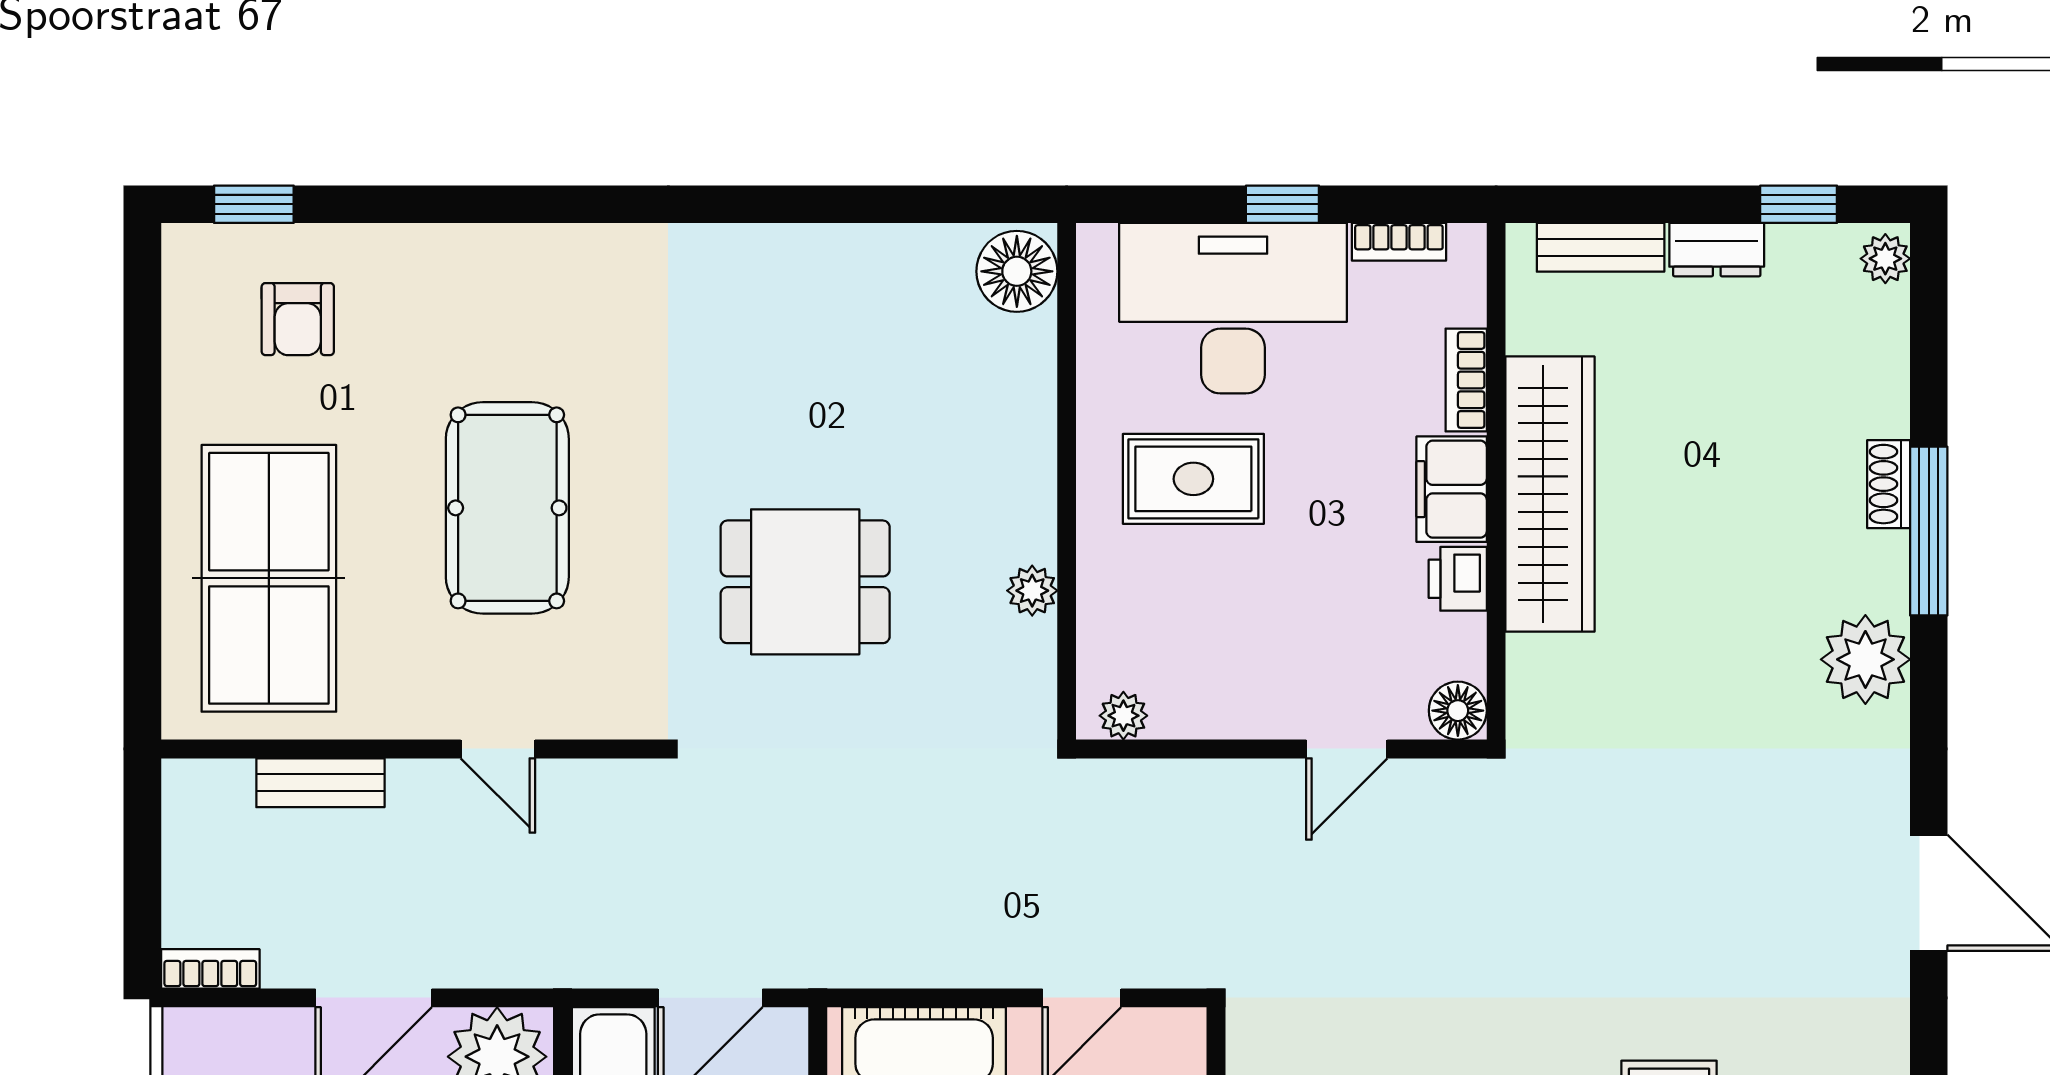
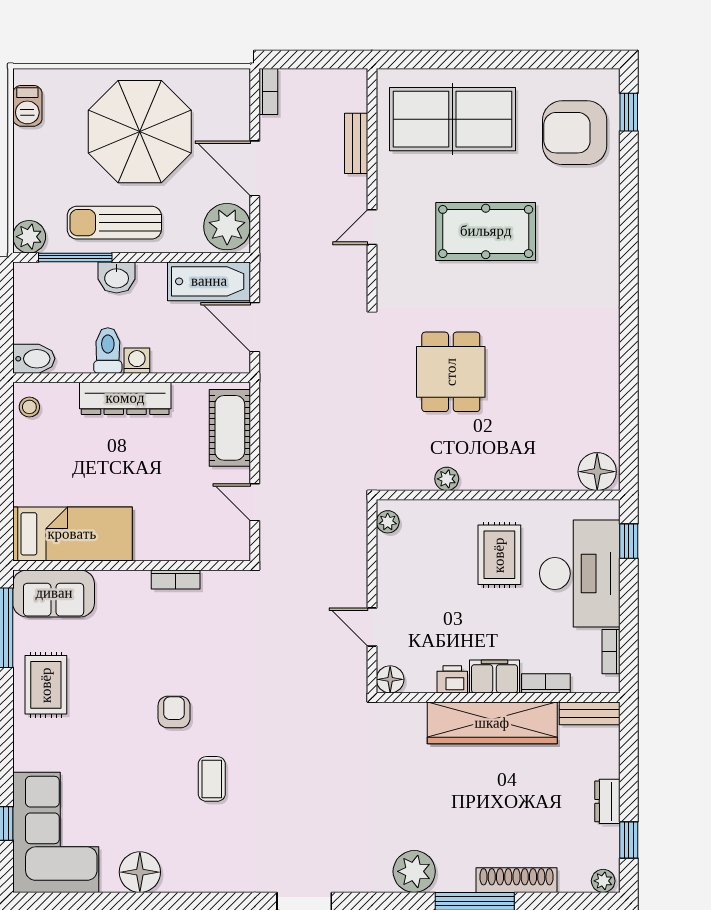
window: (1282, 204) -> (629, 541), moved
bench: (1601, 247) -> (589, 713), moved, turned 90
armchair: (298, 319) -> (575, 133), width x1.88, depth x1.88
shoe rack: (1889, 484) -> (516, 880), width x1.94, depth x1.24

